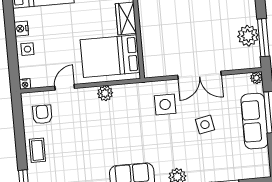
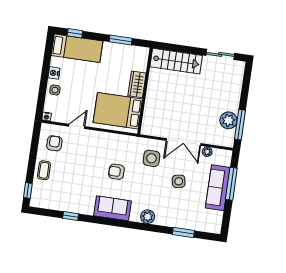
plant: (256, 78) -> (207, 152), moved
plant: (105, 93) -> (107, 139), removed
armchair: (126, 131) -> (116, 172), added

